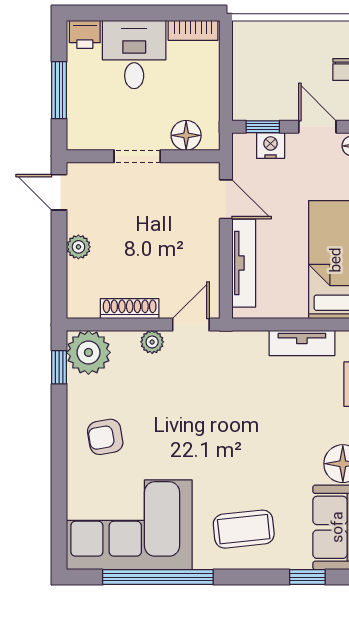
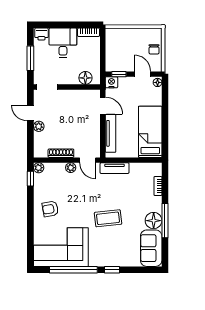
nightstand: (271, 145) -> (111, 82), moved
doorway: (137, 156) -> (47, 87), moved
door: (59, 192) -> (30, 113), moved
door: (191, 325) -> (88, 160), swing flipped
tv unit: (302, 343) -> (115, 168), moved
plant: (88, 352) -> (39, 168), width x0.53, depth x0.53
coffee table: (244, 529) -> (108, 218), moved
window: (307, 577) -> (112, 270), moved

